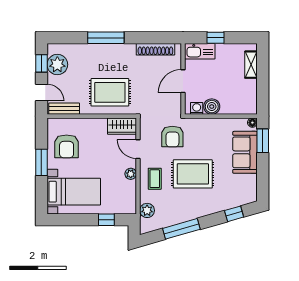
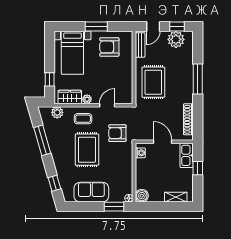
boiler: (212, 107) -> (142, 196), moved
wardrobe: (122, 126) -> (70, 97), moved, turned 90
sofa: (245, 152) -> (91, 192), moved

